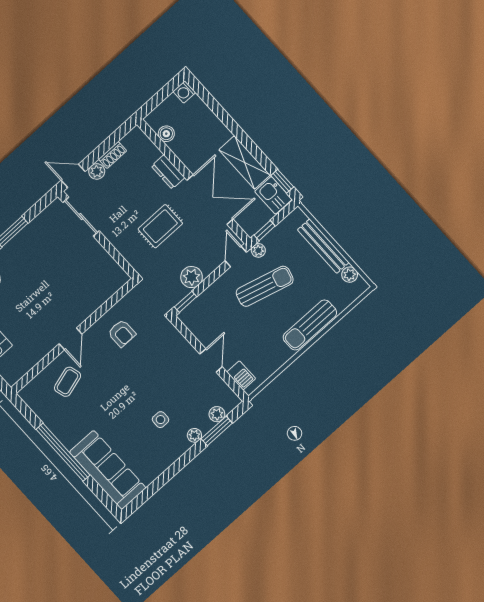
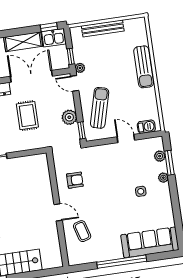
plant: (350, 275) -> (130, 24), removed
sun lounger: (265, 286) -> (100, 108), moved

